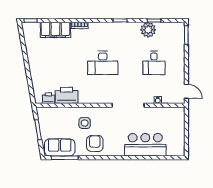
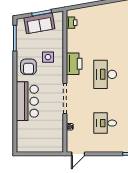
printer: (67, 95) -> (74, 64), moved
armchair: (95, 144) -> (28, 67), turned 90
bar counter: (145, 145) -> (27, 101), moved
sofa: (60, 147) -> (39, 23), moved, turned 80

